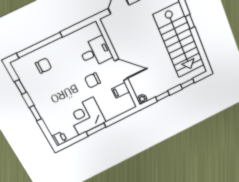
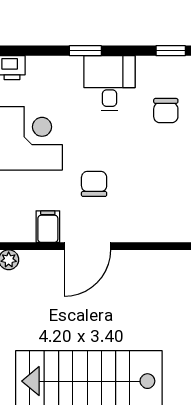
desk: (96, 52) -> (110, 83), moved, turned 180
window: (20, 87) -> (171, 51), moved

